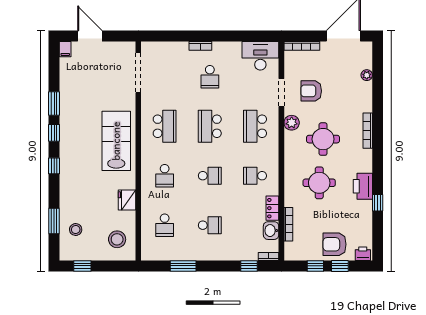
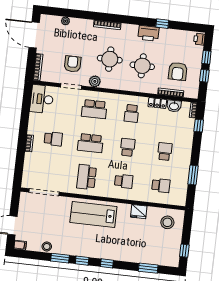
armchair: (311, 91) -> (73, 64), turned 180
school desk: (165, 126) -> (87, 177), turned -90
stool: (76, 230) -> (47, 247), moved
armchair: (334, 244) -> (178, 71), moved

